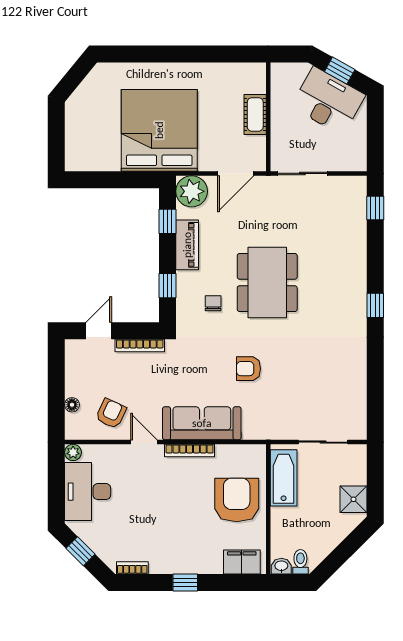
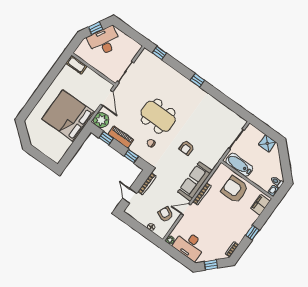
cot: (255, 114) -> (76, 65), moved

